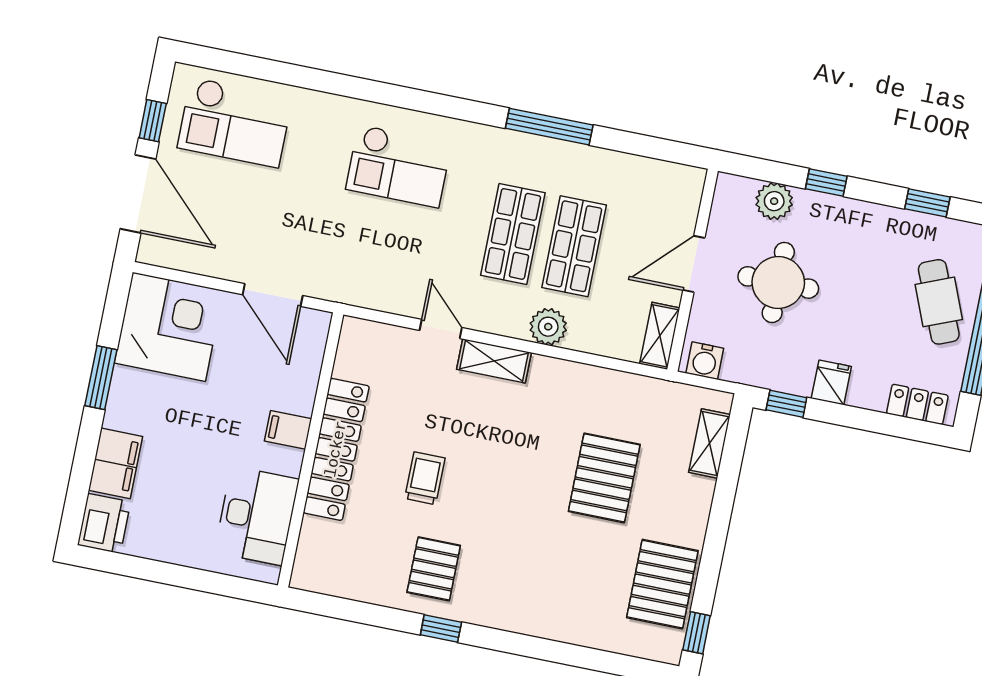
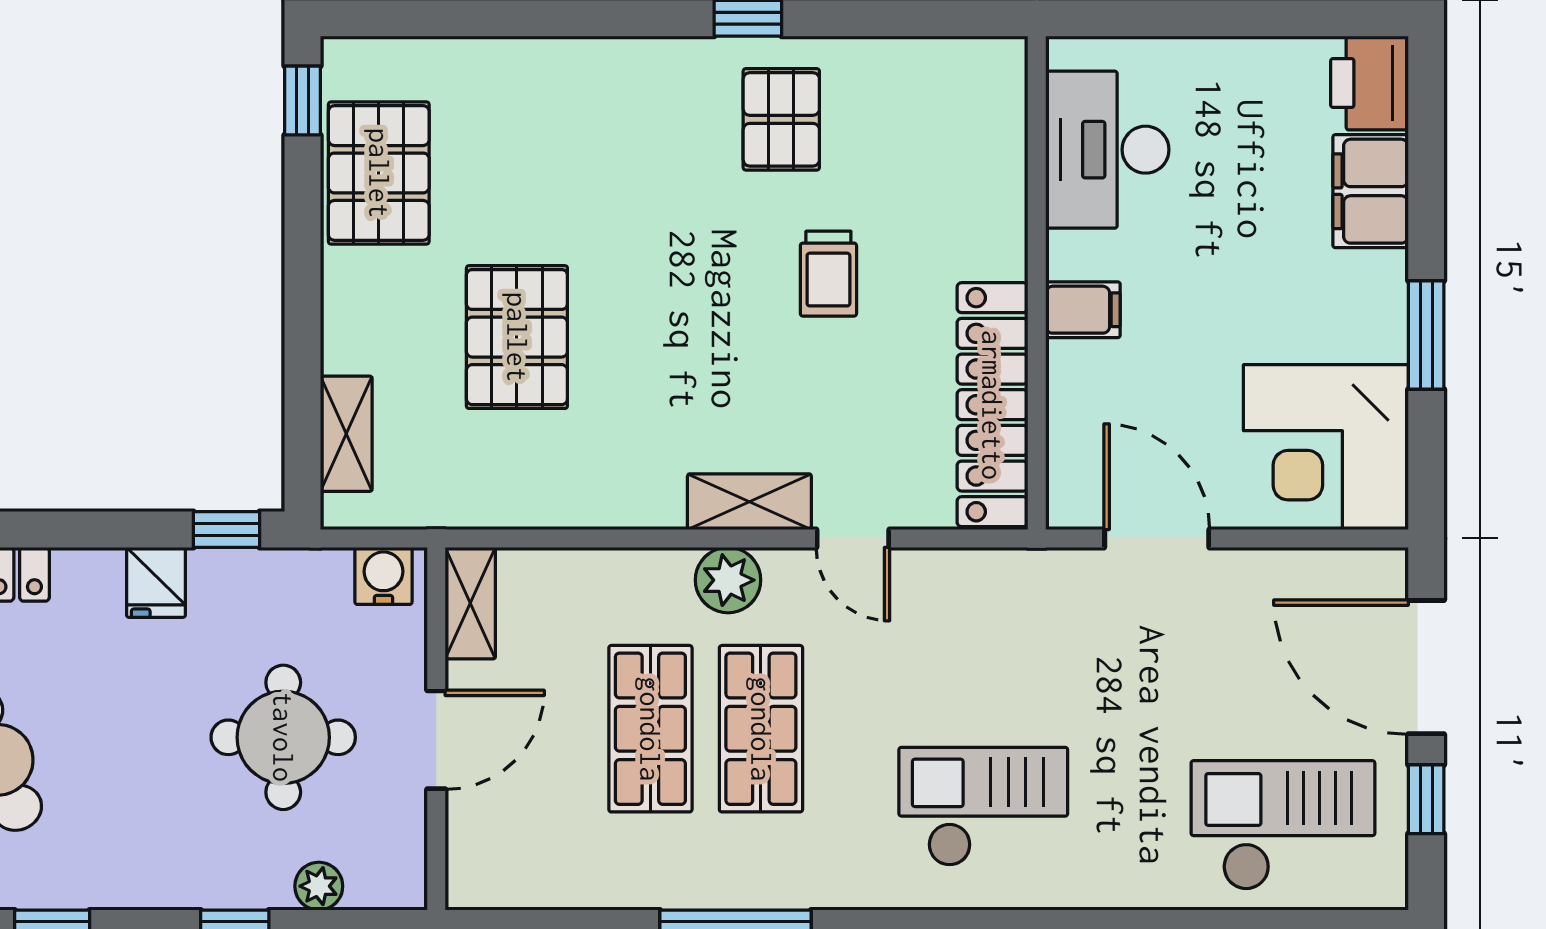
plant: (774, 201) -> (319, 886), width x0.73, depth x0.73
plant: (548, 327) -> (728, 580), moved
locker: (336, 449) -> (992, 405), moved

